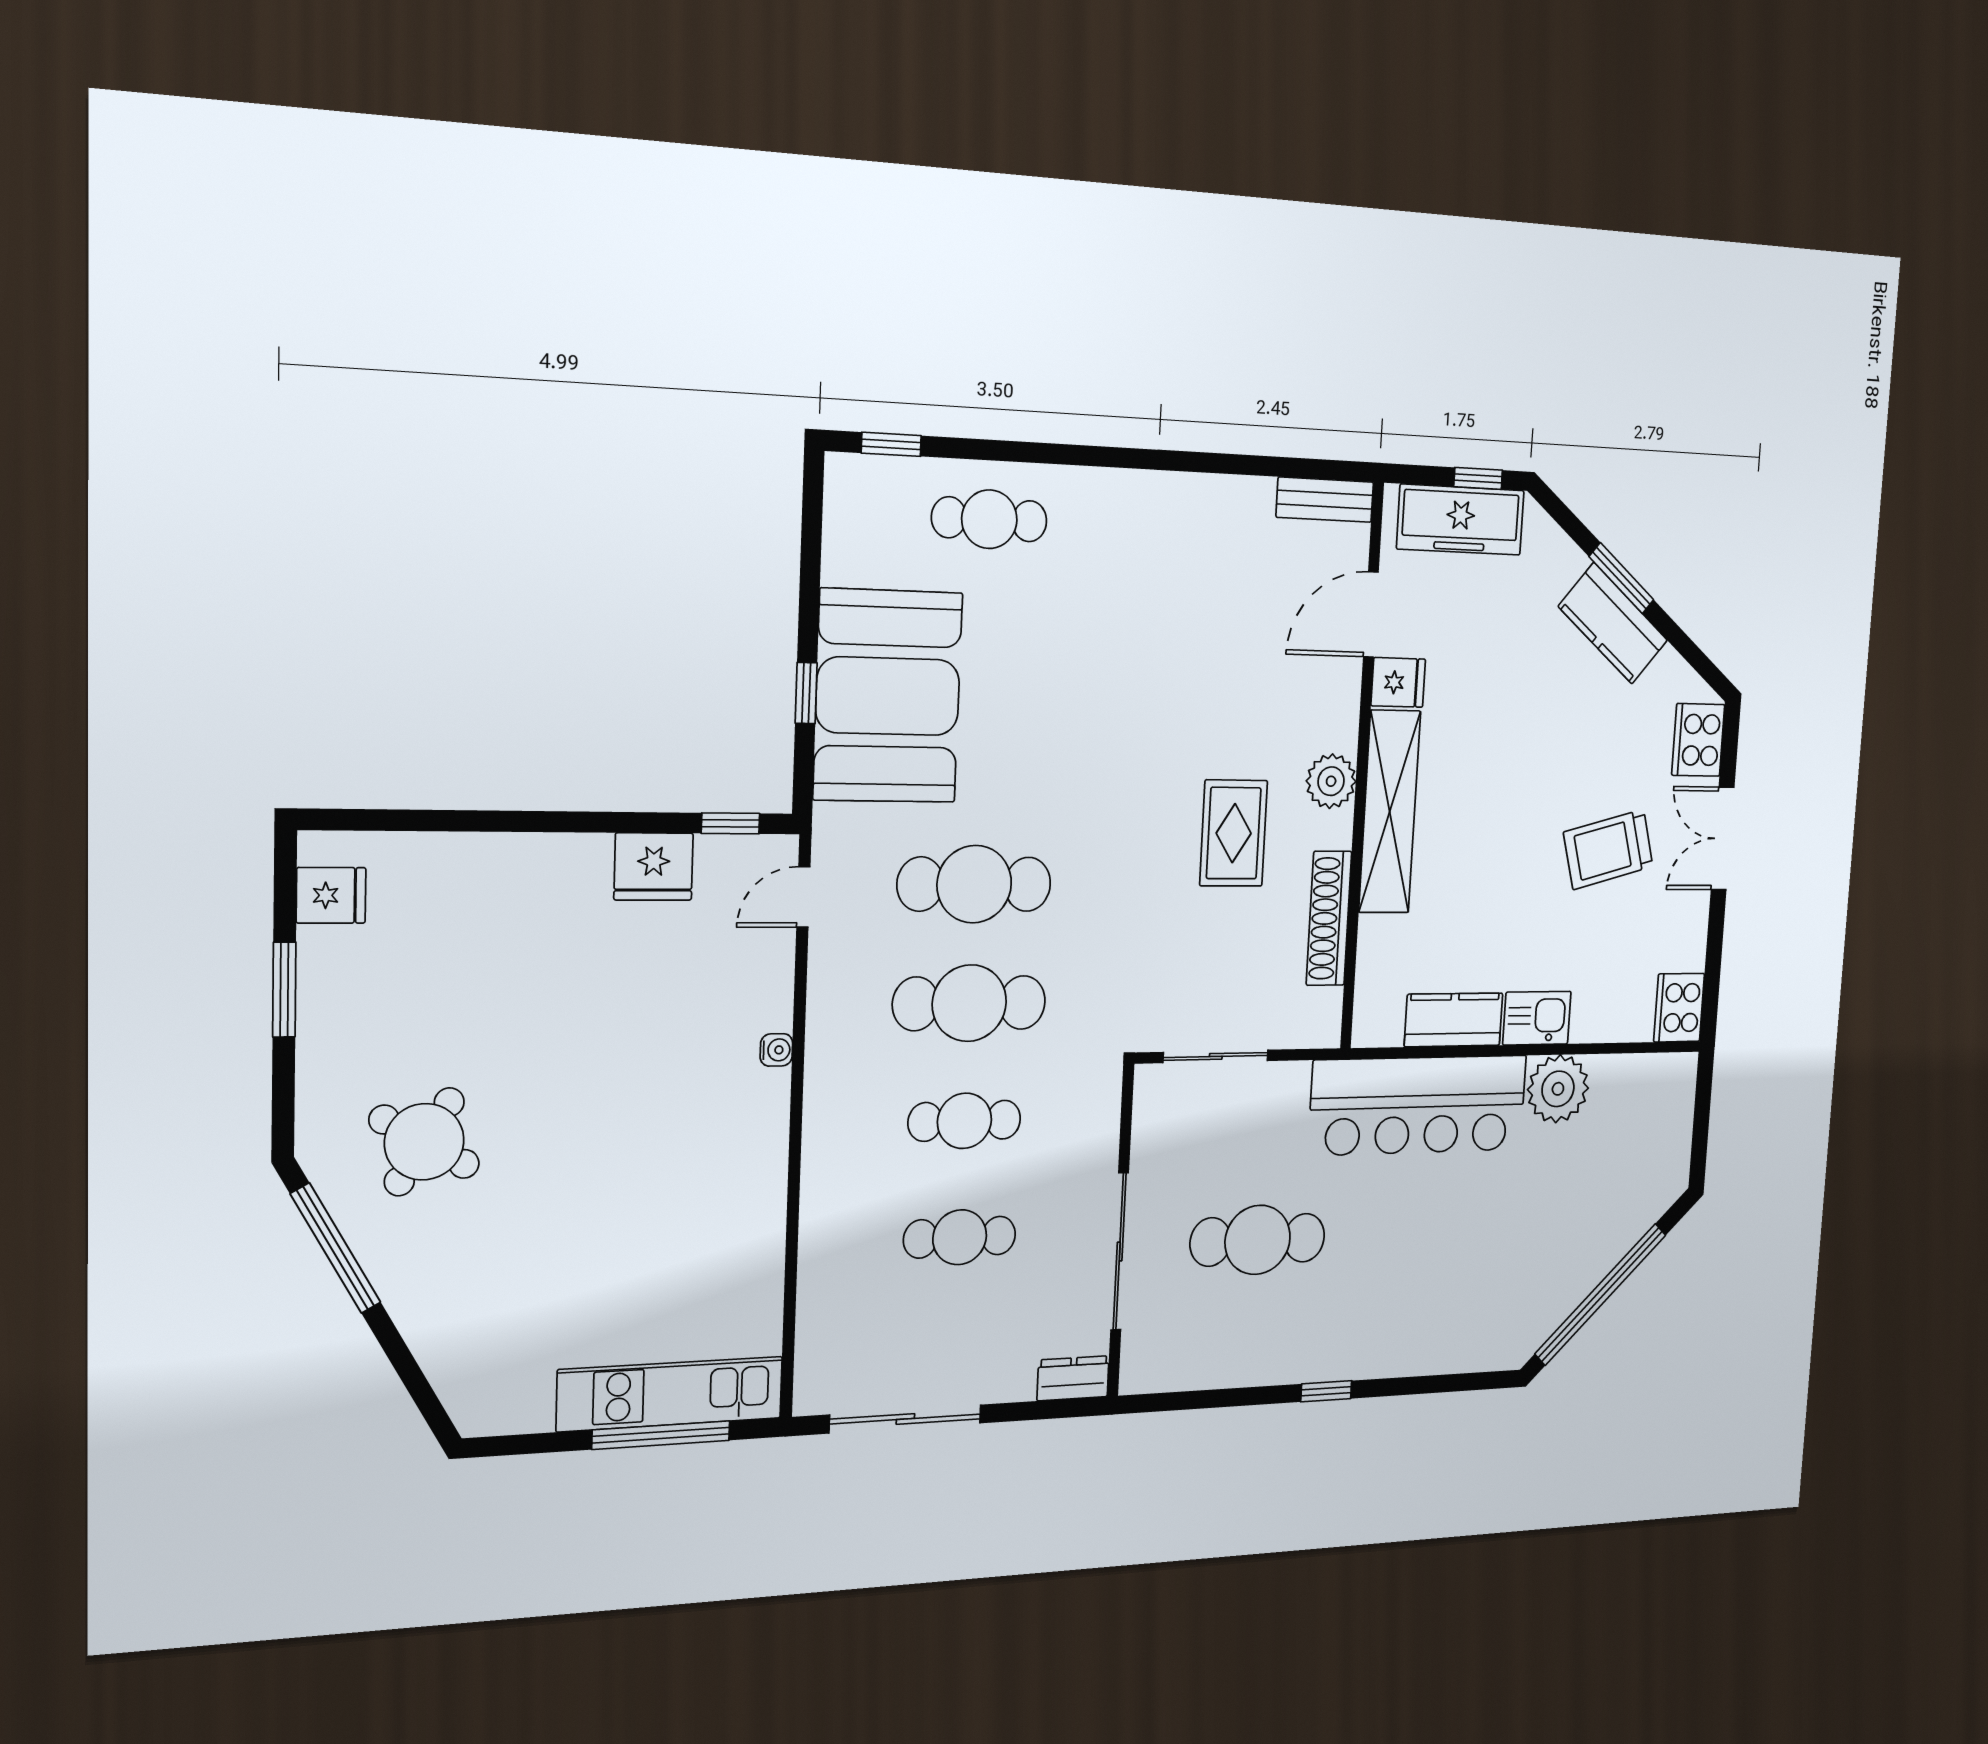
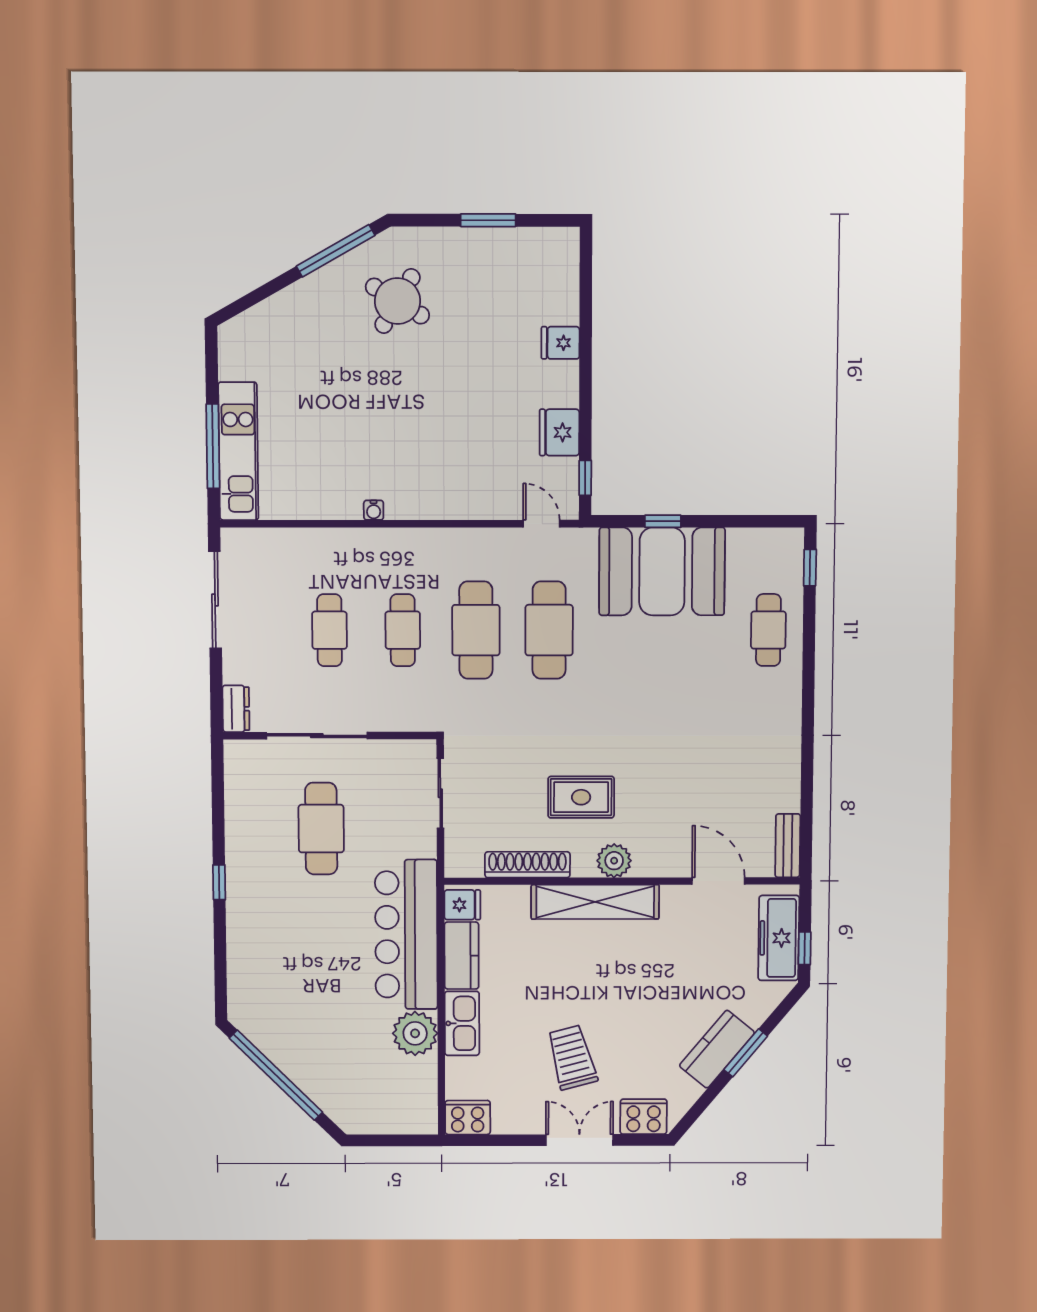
fridge: (1398, 682) -> (462, 905), moved, turned -90
fridge: (331, 895) -> (560, 343), moved, turned 90
kitchen sink: (1537, 1018) -> (462, 1023), width x1.38
water cooler: (776, 1050) -> (374, 510), moved

